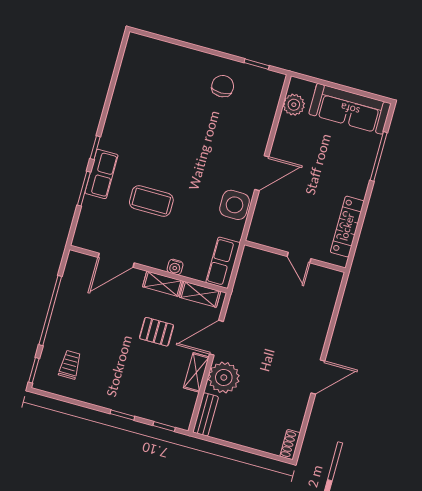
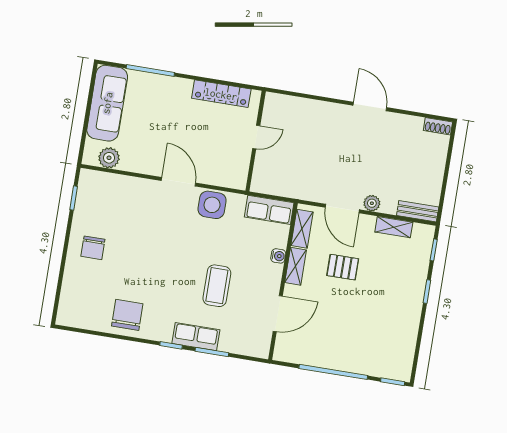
chair: (223, 86) -> (93, 248), moved, turned -90
chair: (131, 106) -> (127, 315), added
door: (116, 260) -> (278, 314), hinge flipped
pallet: (157, 332) -> (343, 267), turned 90
trolley: (70, 365) -> (384, 347), removed
shelving: (196, 372) -> (394, 227), moved
plant: (224, 377) -> (372, 203), width x0.53, depth x0.53

